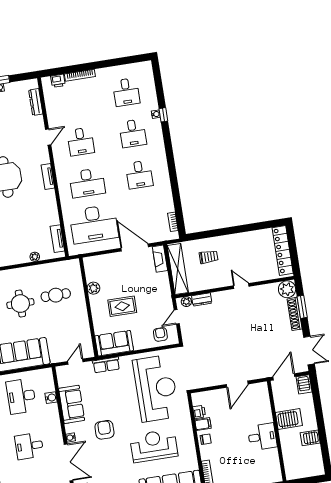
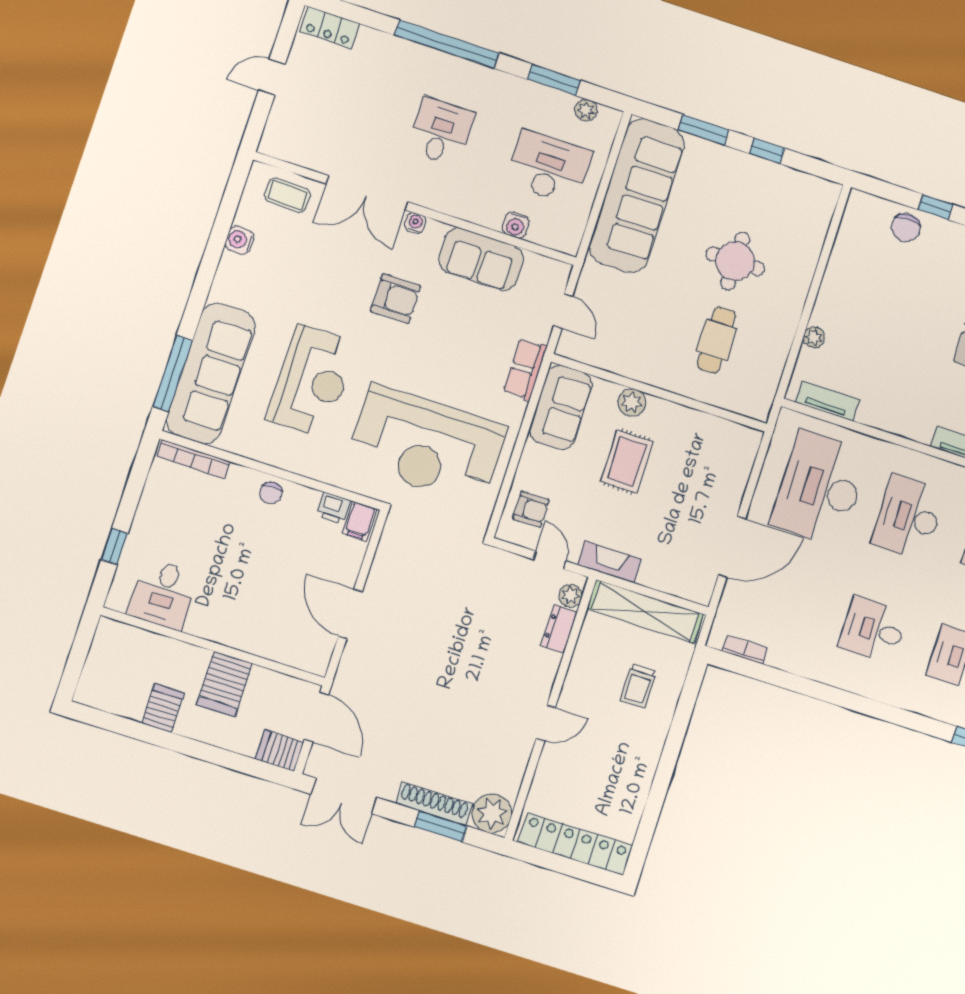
fireplace: (160, 259) -> (609, 562), moved
plant: (93, 288) -> (632, 403), moved
filing cabinet: (203, 424) -> (360, 521), moved
desk: (262, 437) -> (163, 594), moved

